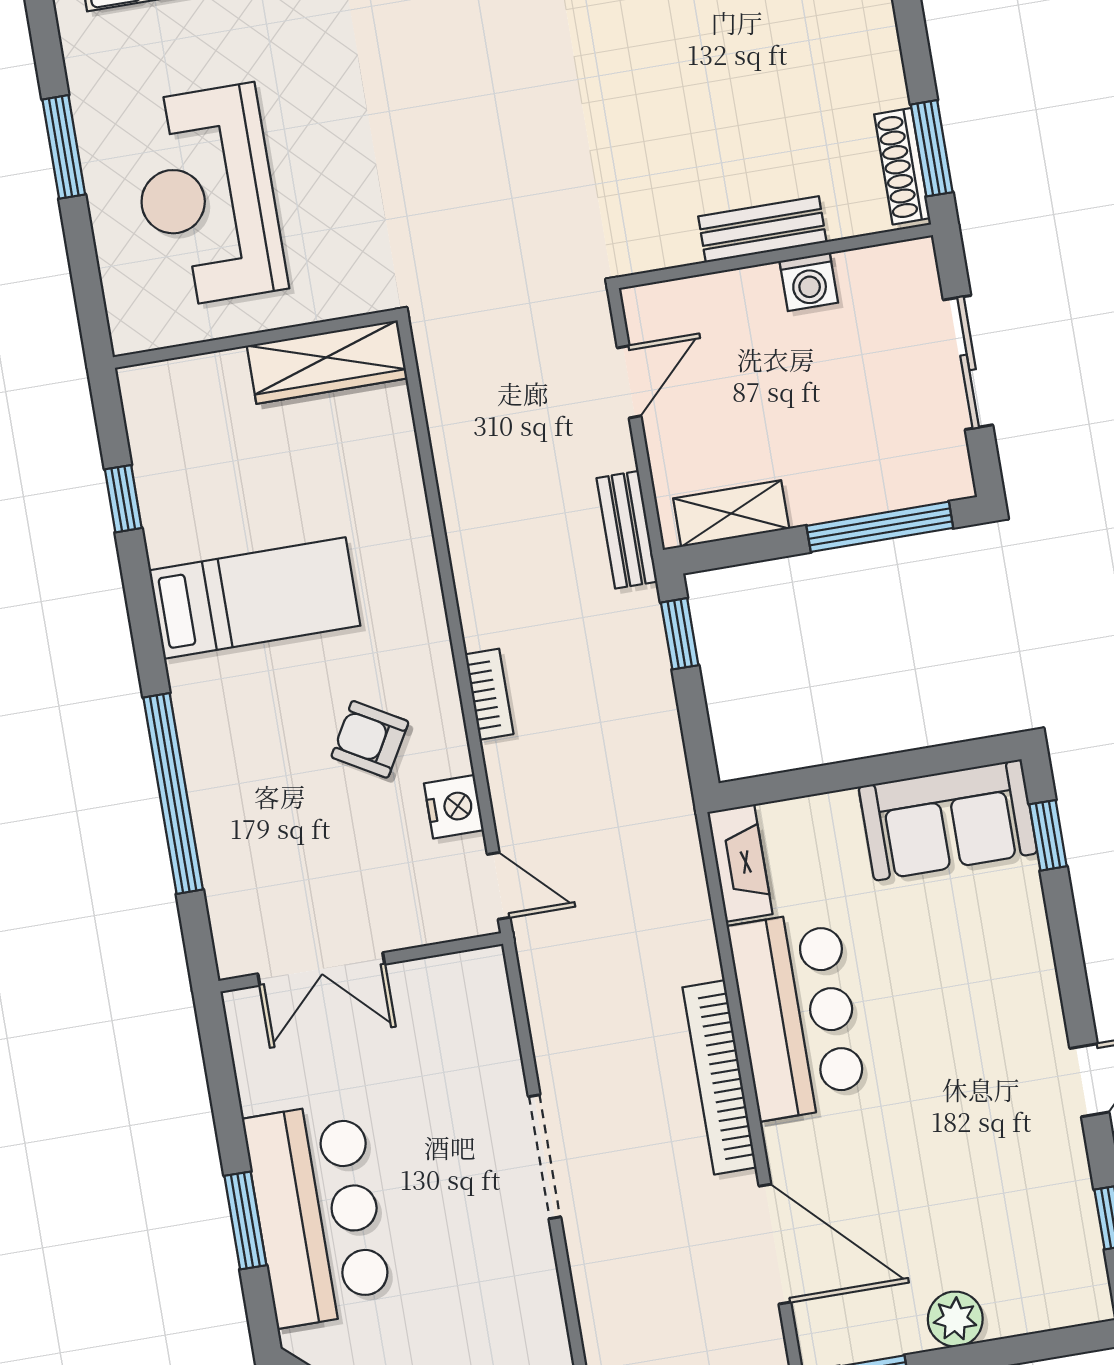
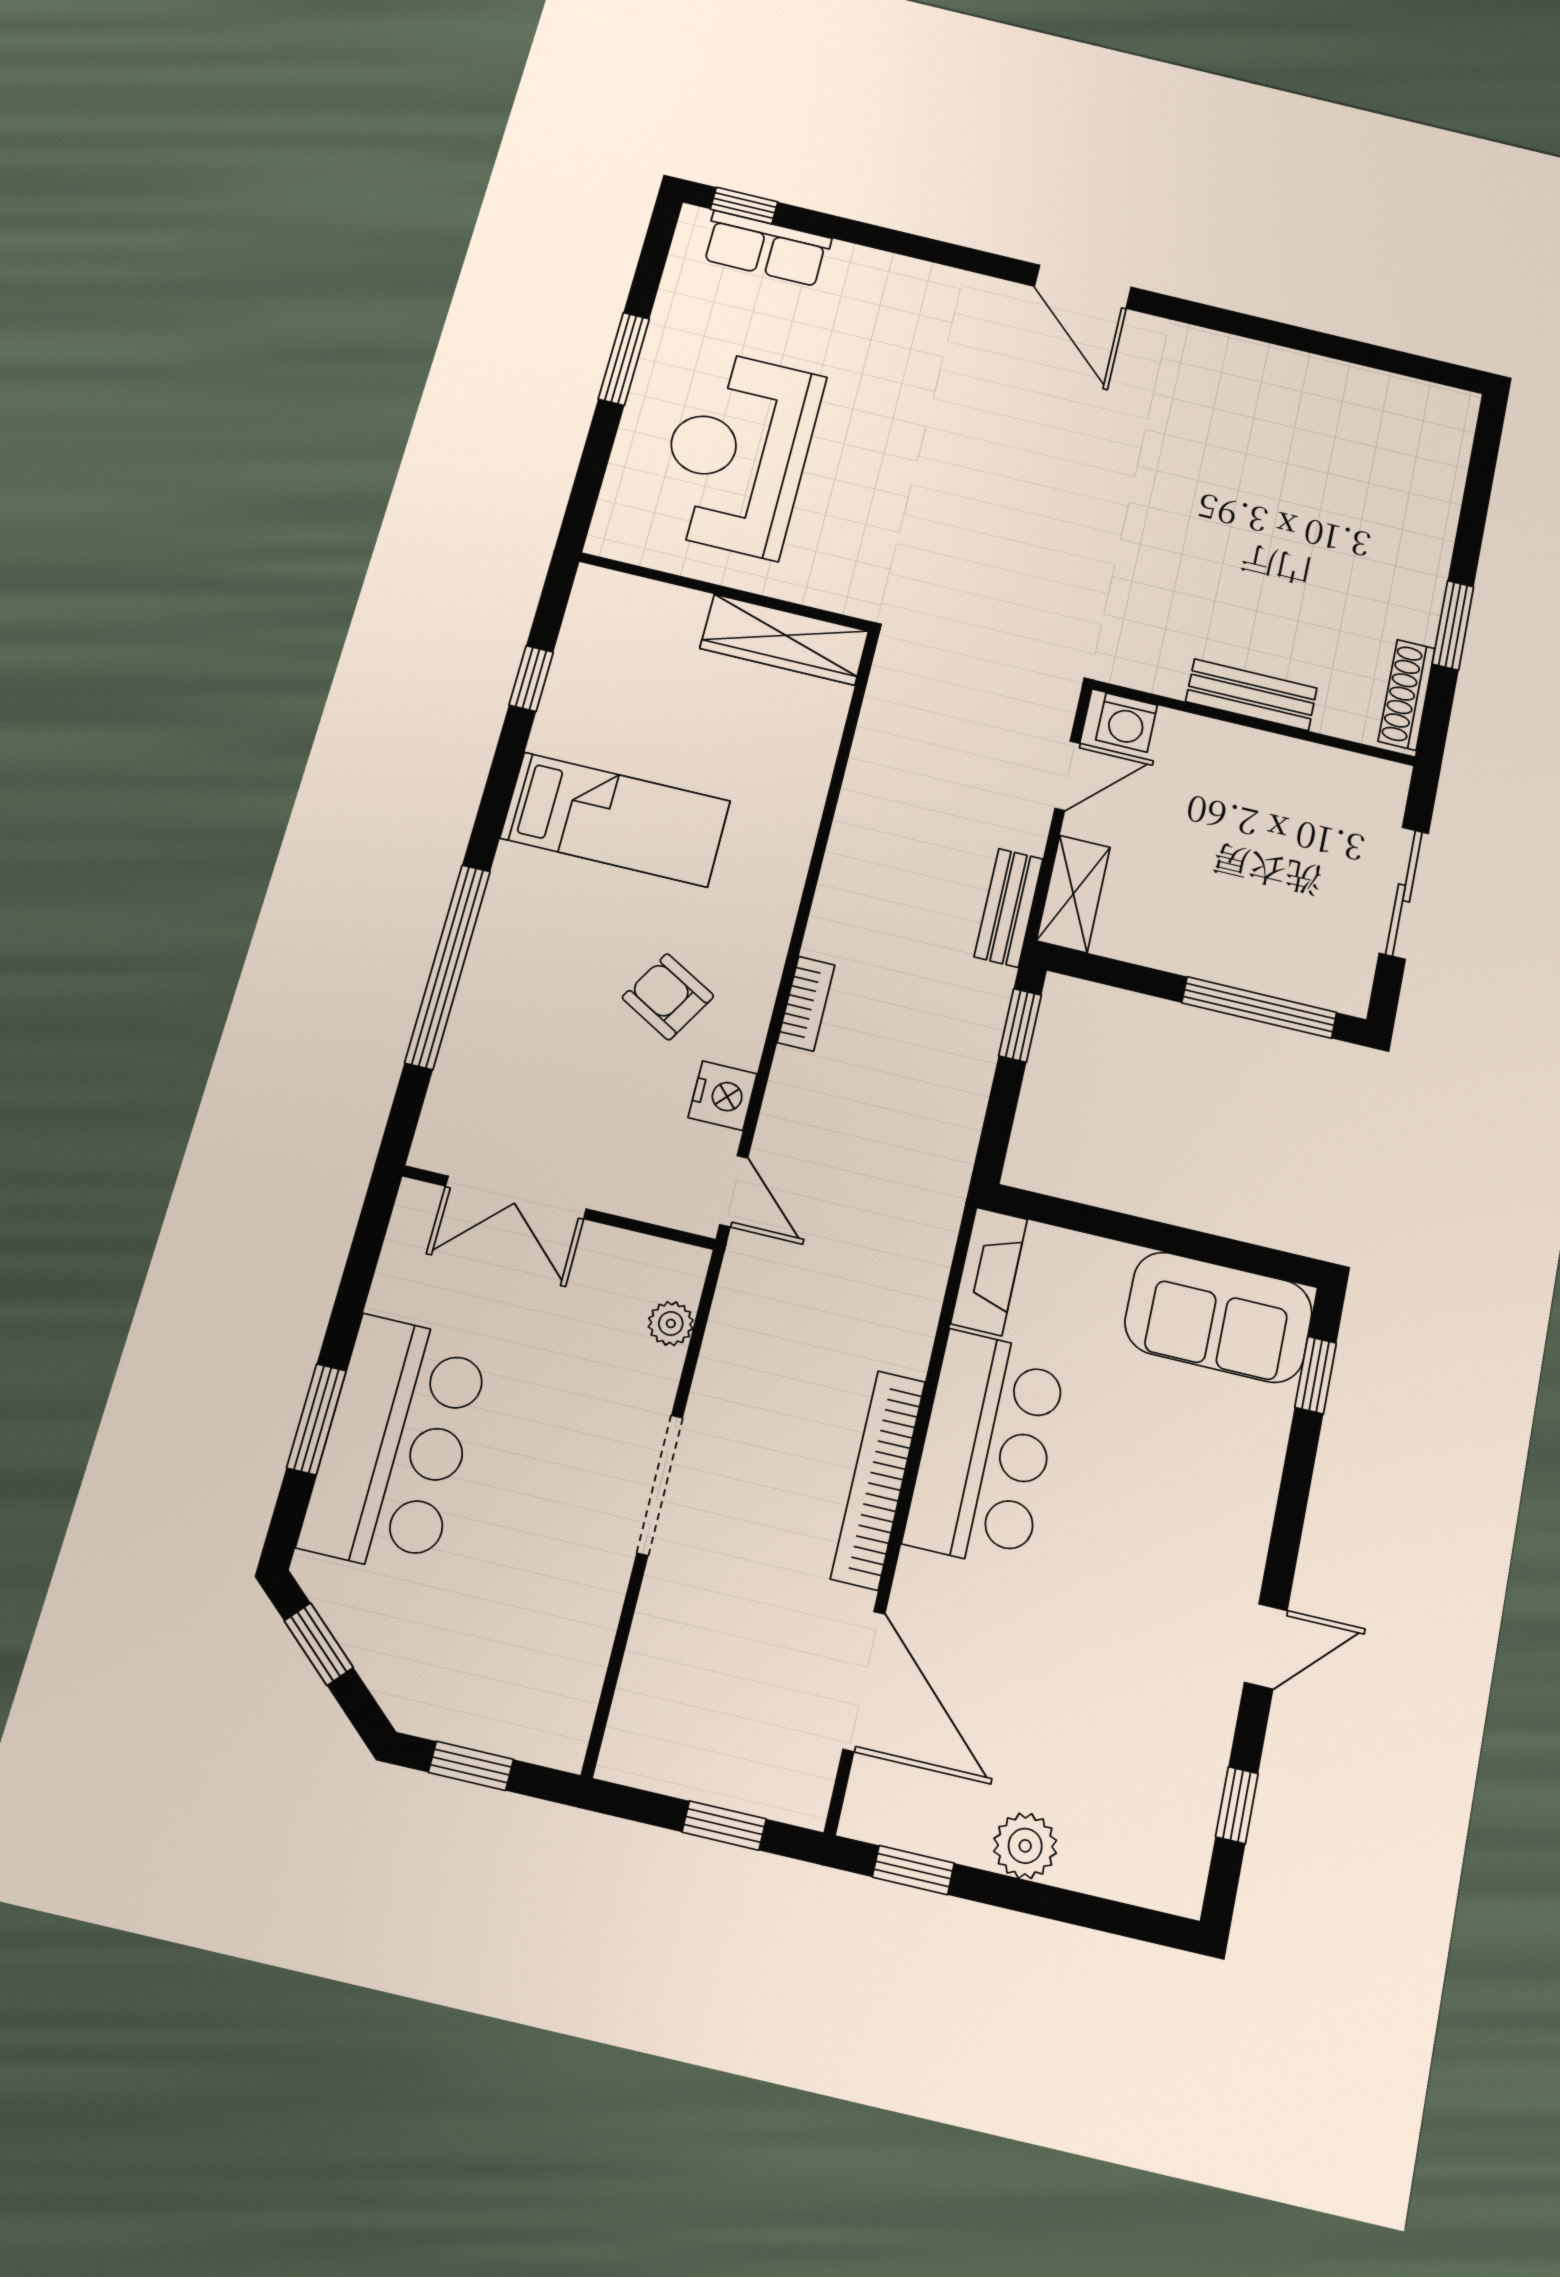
window: (932, 148) -> (1453, 625), moved
washing machine: (809, 282) -> (1127, 723), moved
shelving: (731, 514) -> (1073, 894), moved, turned 90
plant: (495, 1020) -> (671, 1323), added

